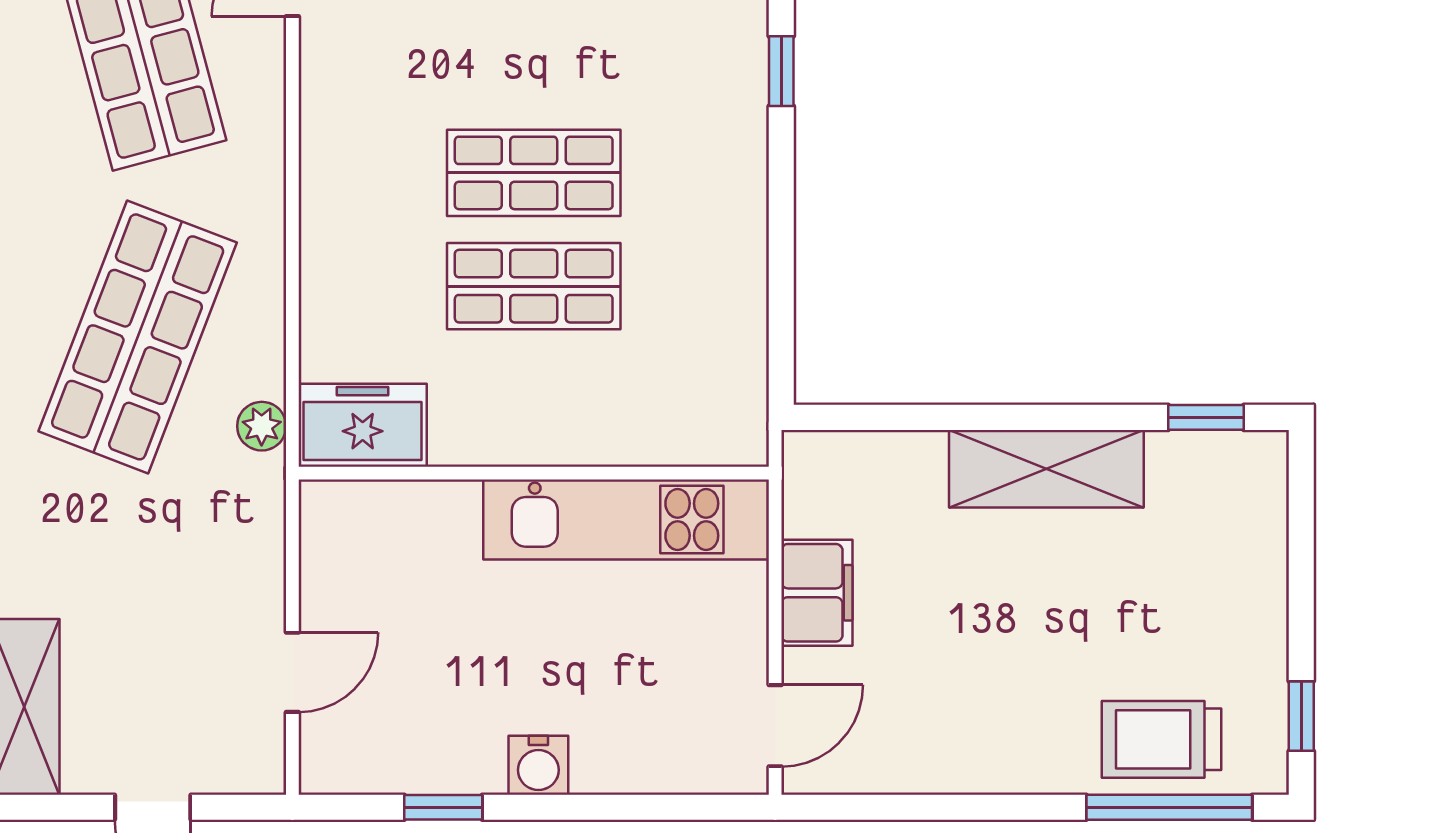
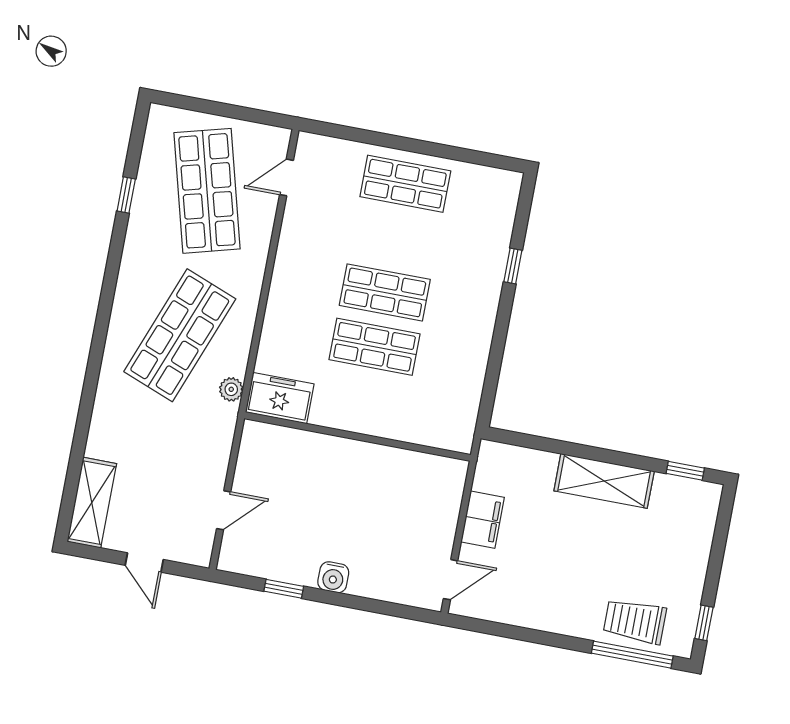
kitchen unit: (626, 520) -> (398, 467), removed

